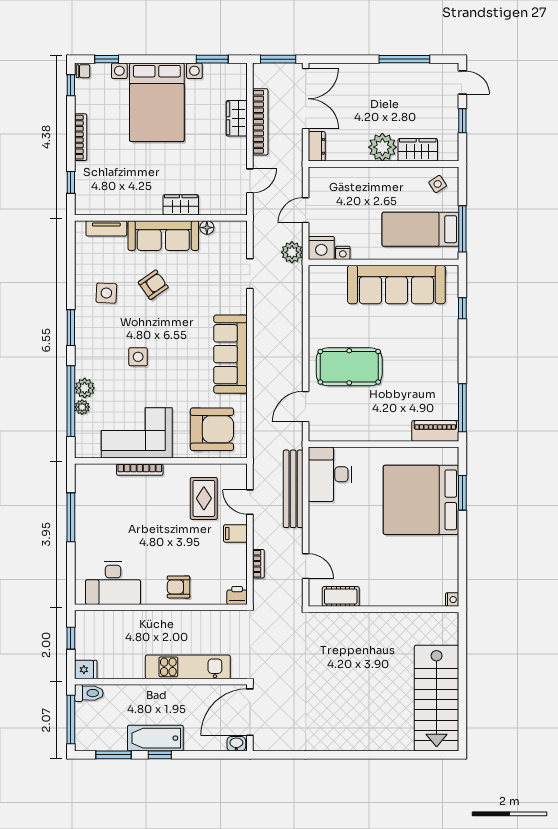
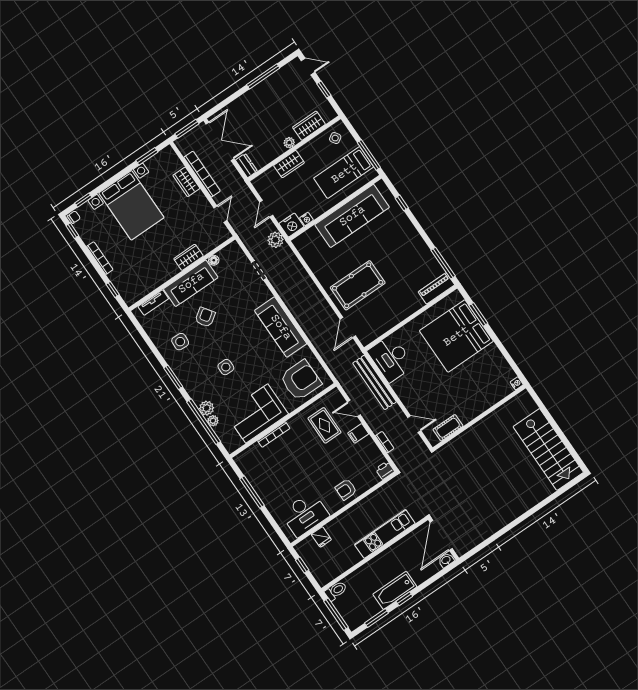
plant: (382, 147) -> (289, 143), width x0.53, depth x0.53
wardrobe: (366, 178) -> (289, 164), added
fridge: (86, 670) -> (321, 537), moved, turned 90

